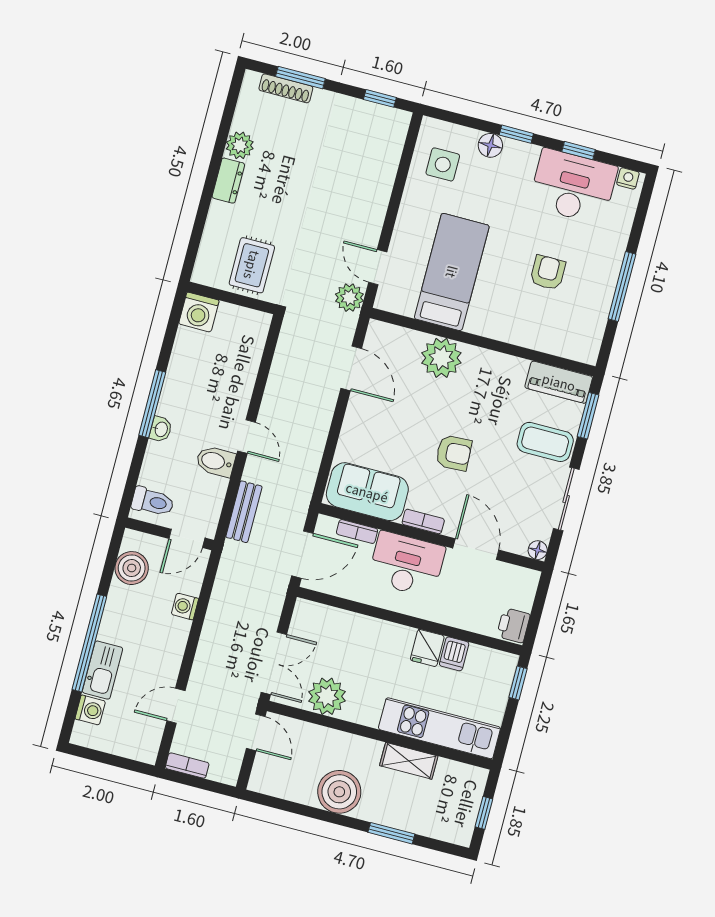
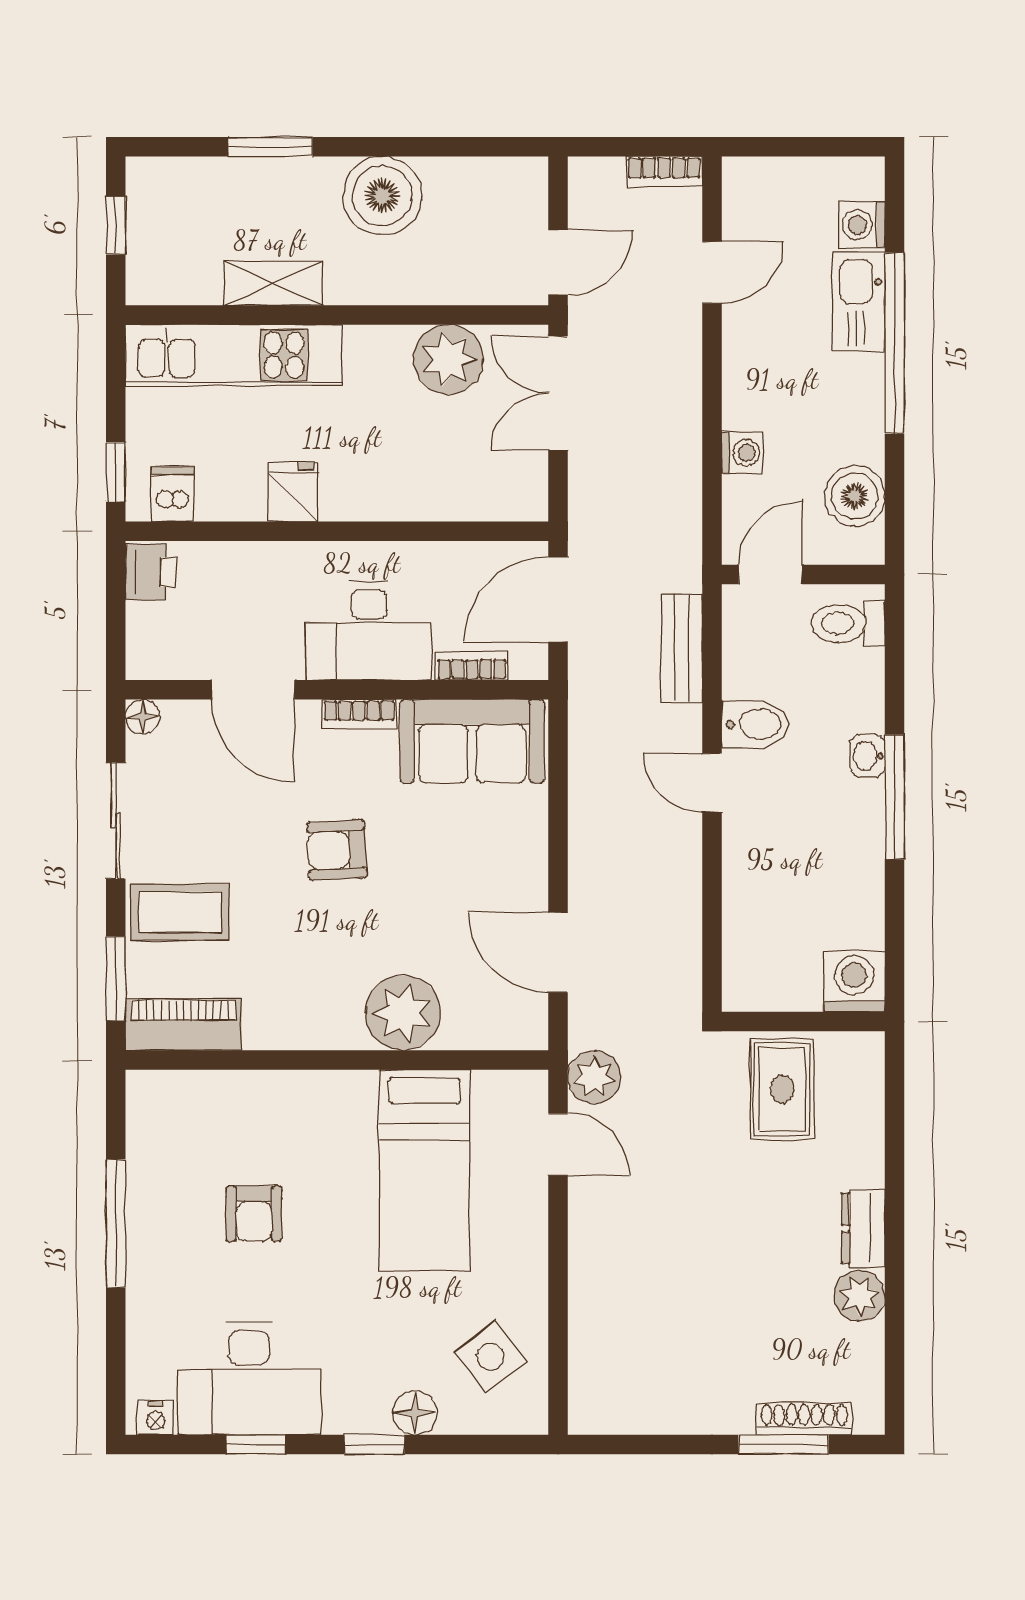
window: (380, 98) -> (633, 1445), removed
side table: (443, 164) -> (491, 1357), turned -37
dishwasher: (454, 654) -> (173, 494), moved
door: (256, 732) -> (558, 262), swing flipped

